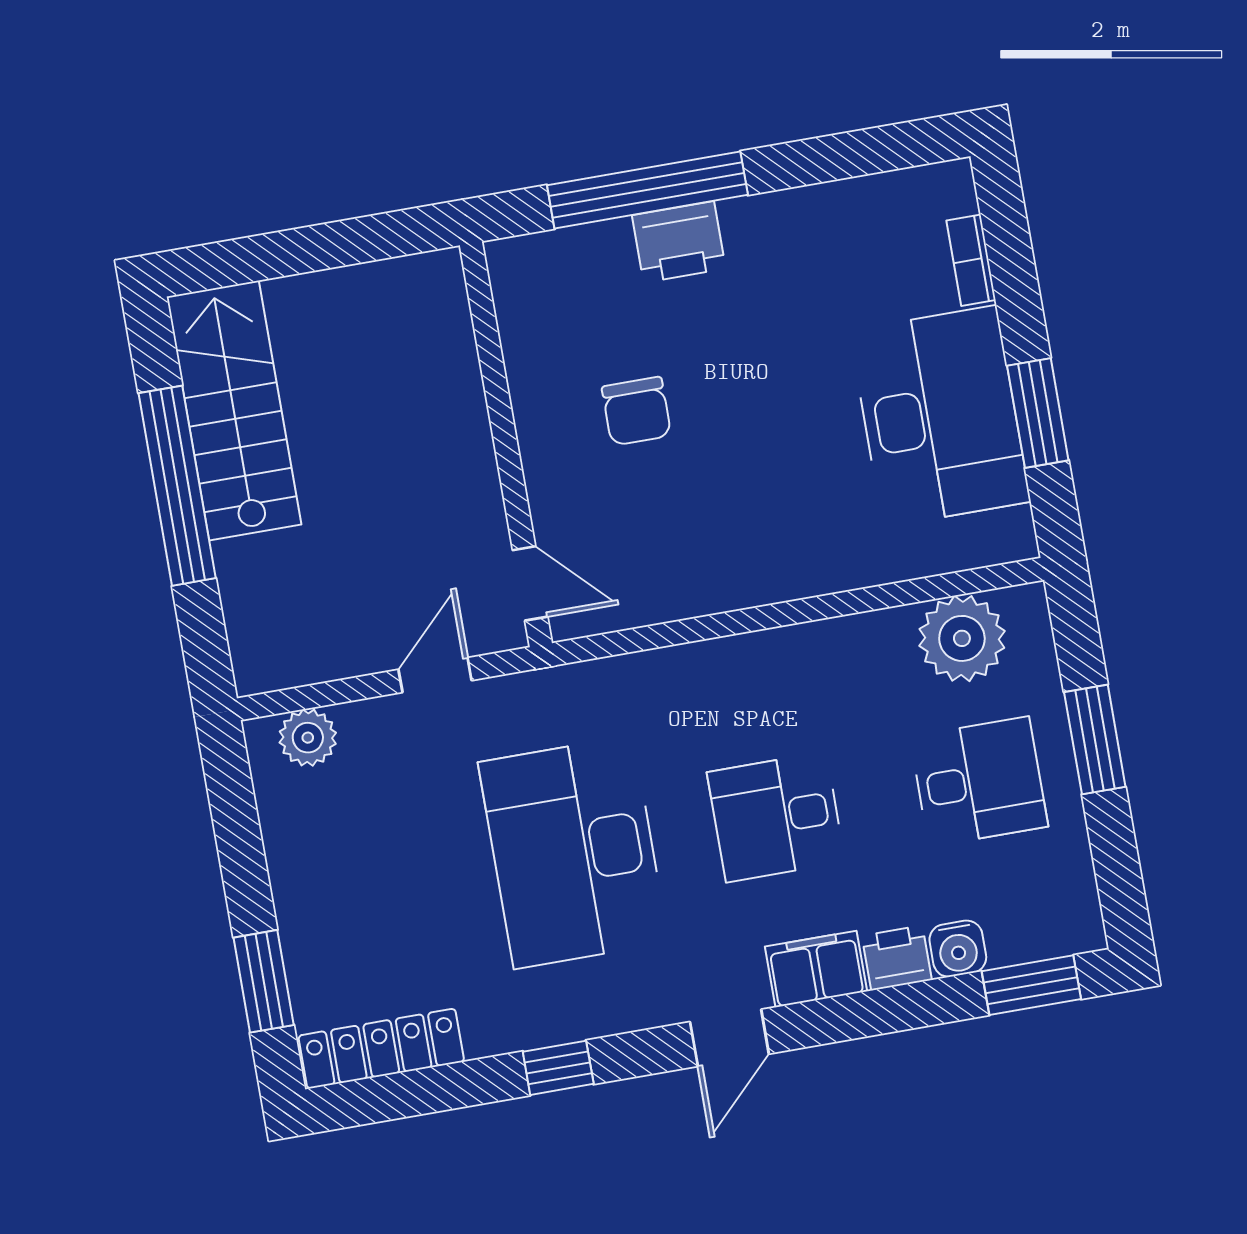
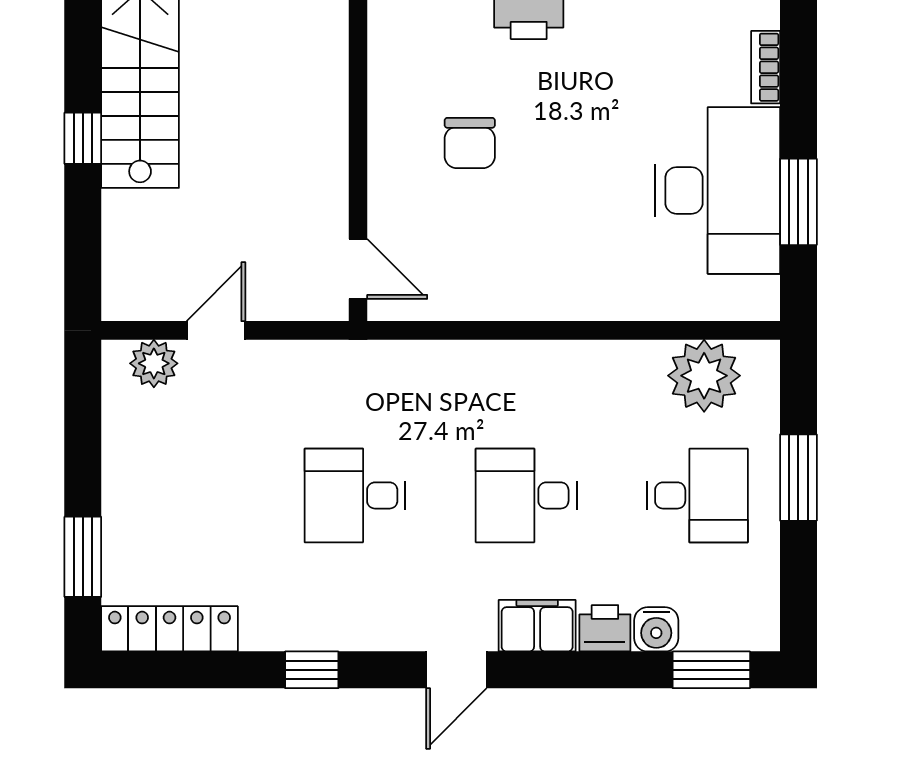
window: (177, 486) -> (83, 138), width x0.32
door: (435, 675) -> (216, 330), moved
desk: (573, 852) -> (355, 495), width x0.53, depth x0.77

